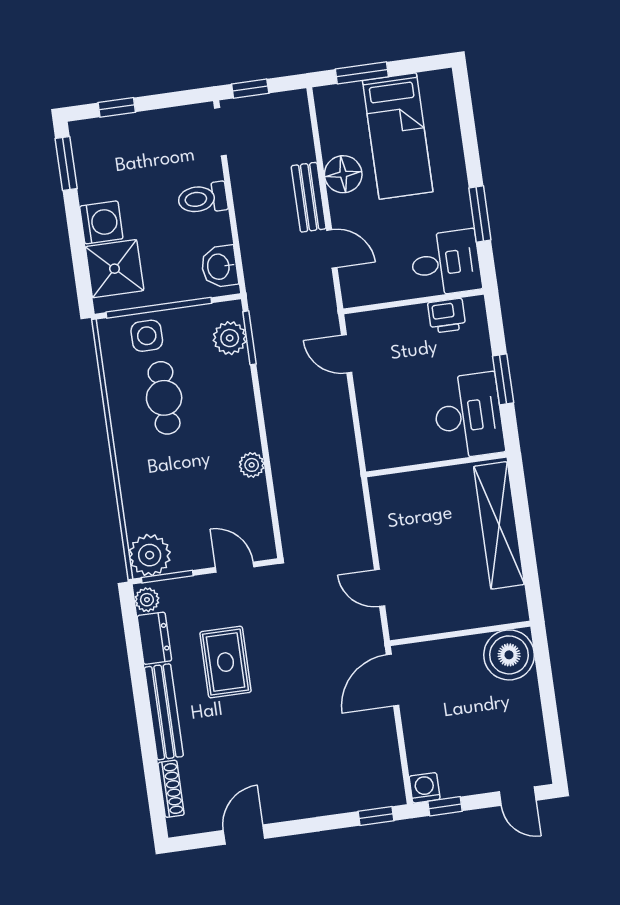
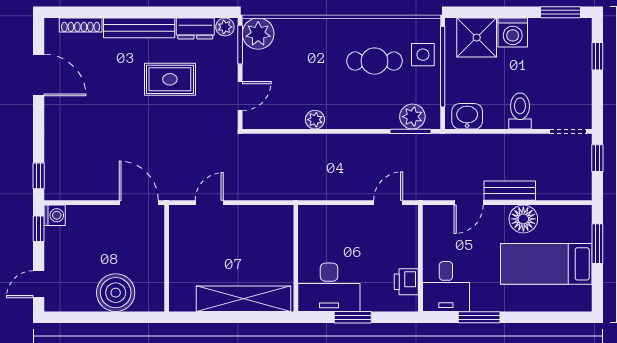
boiler: (509, 655) -> (116, 293), moved
door: (244, 834) -> (39, 75), width x1.38

